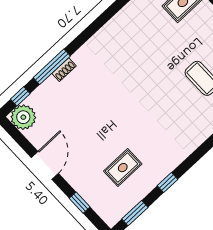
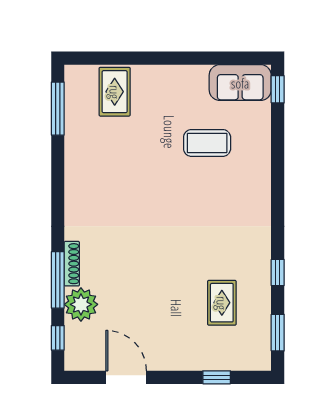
shoe rack: (64, 70) -> (72, 264), width x1.43
plant: (23, 117) -> (81, 304), moved
door: (45, 165) -> (126, 377), moved

